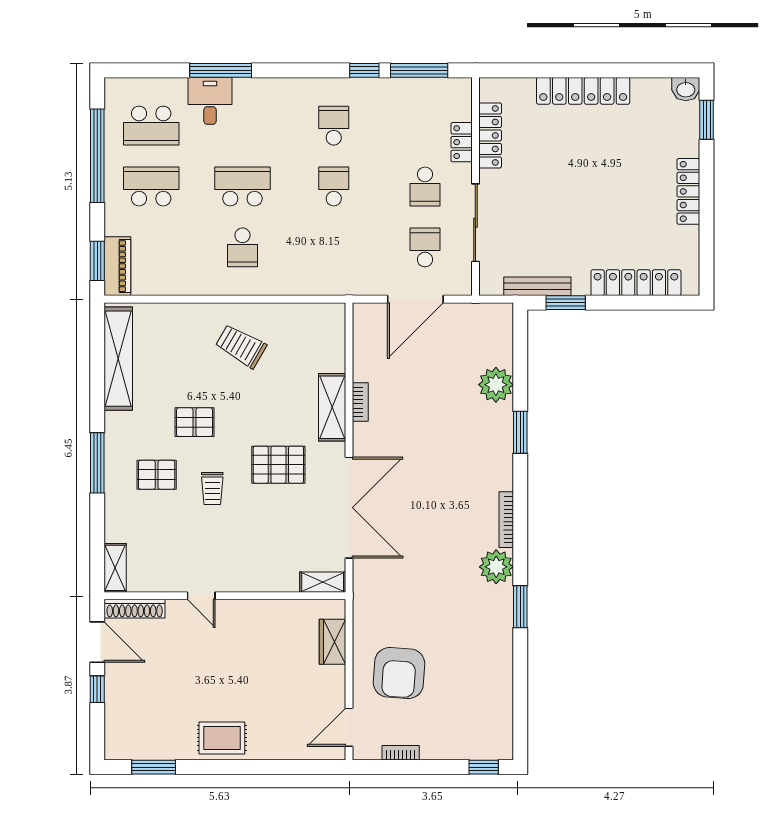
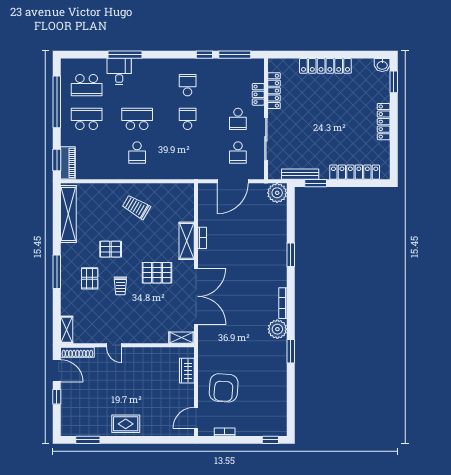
school desk: (425, 247) -> (238, 153), turned 180
plant: (496, 385) -> (277, 193), moved
pallet: (157, 475) -> (90, 278), turned 90

